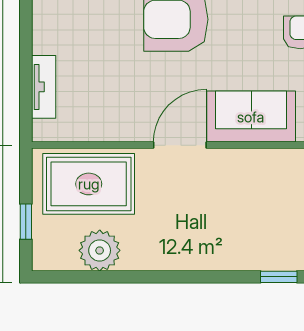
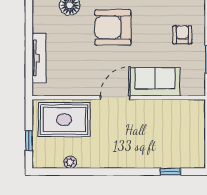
tv unit: (44, 87) -> (39, 58), width x1.41
plant: (100, 250) -> (70, 162), width x0.53, depth x0.53

